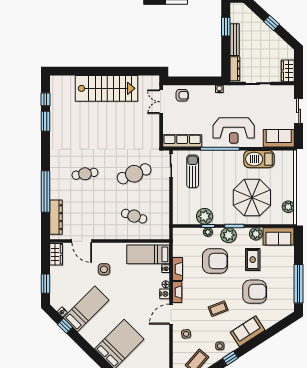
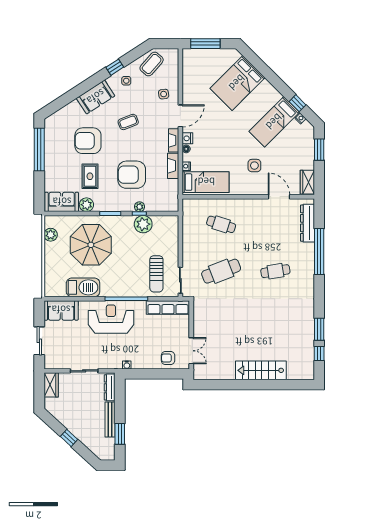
stairs: (106, 88) -> (261, 370), width x0.73, depth x0.66
plant: (229, 235) -> (117, 203), removed

